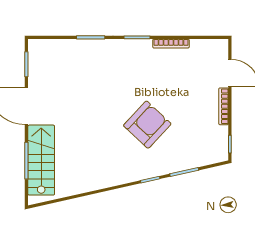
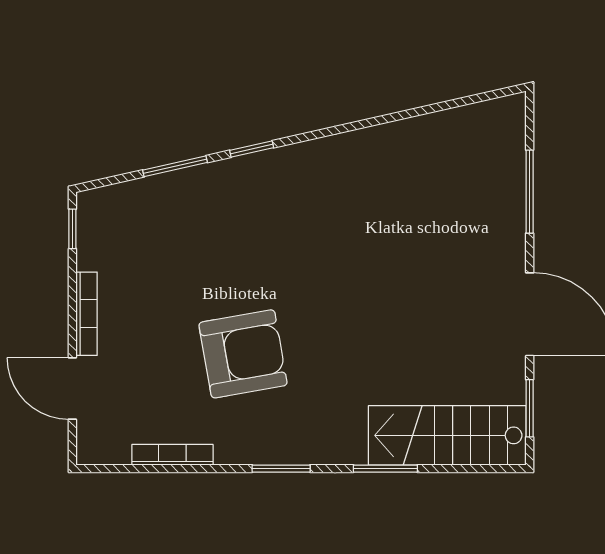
bookcase: (171, 44) -> (172, 455), moved
armchair: (147, 125) -> (243, 354), moved, turned -143
stairs: (41, 160) -> (447, 435), moved, turned 90

